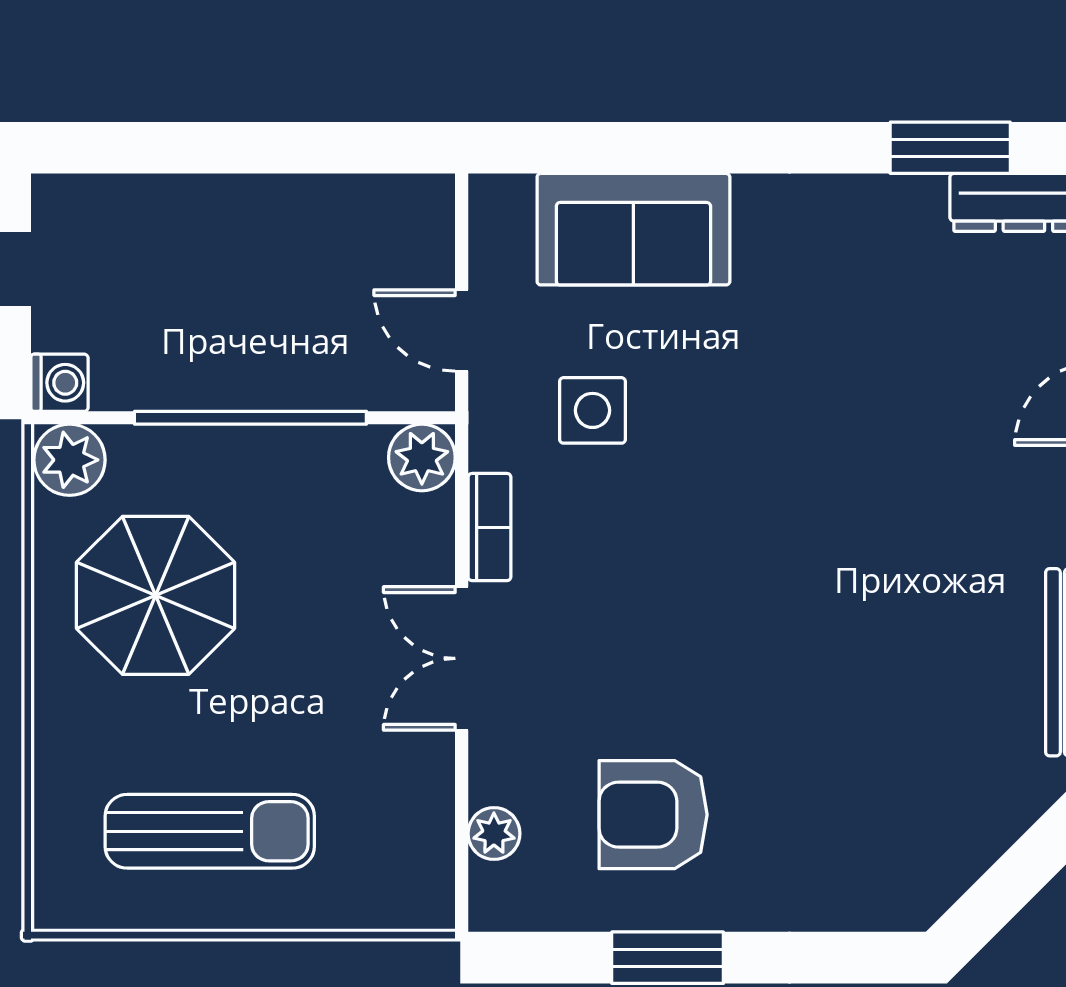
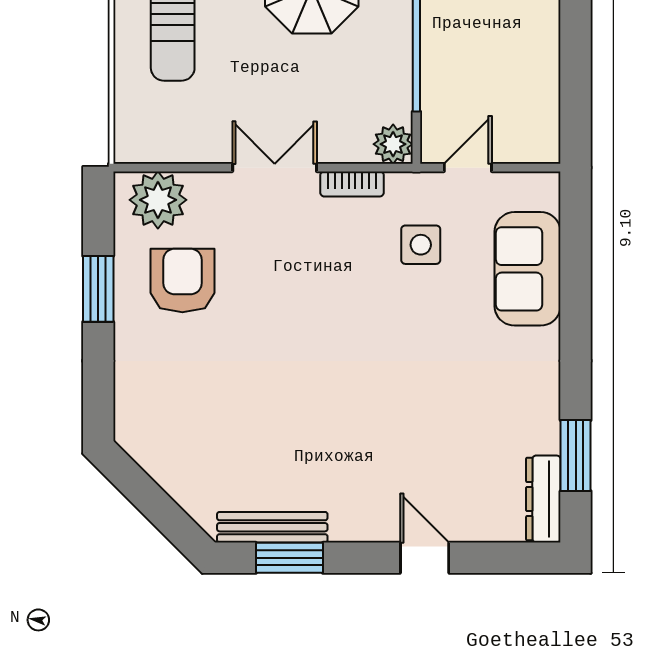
plant: (494, 834) -> (158, 200), width x1.87, depth x1.87

